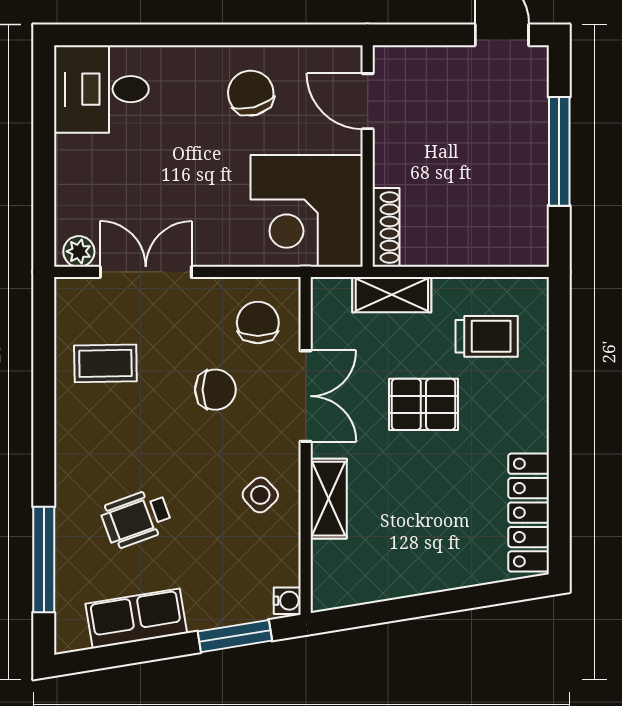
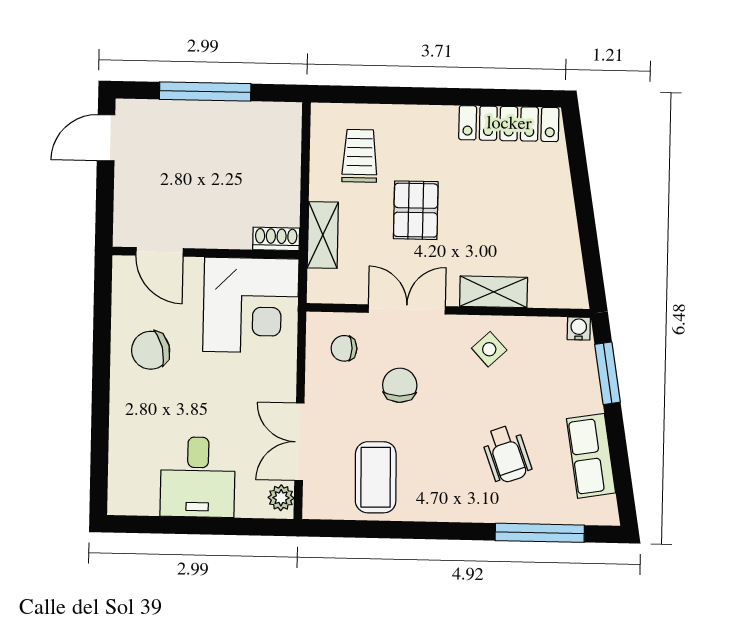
desk: (101, 89) -> (198, 477), moved
door: (368, 101) -> (160, 252), hinge flipped
shoe rack: (386, 227) -> (276, 239), width x0.70
chair: (258, 323) -> (344, 348), width x0.73, depth x0.73
coffee table: (105, 363) -> (376, 477), width x1.36, depth x1.30

